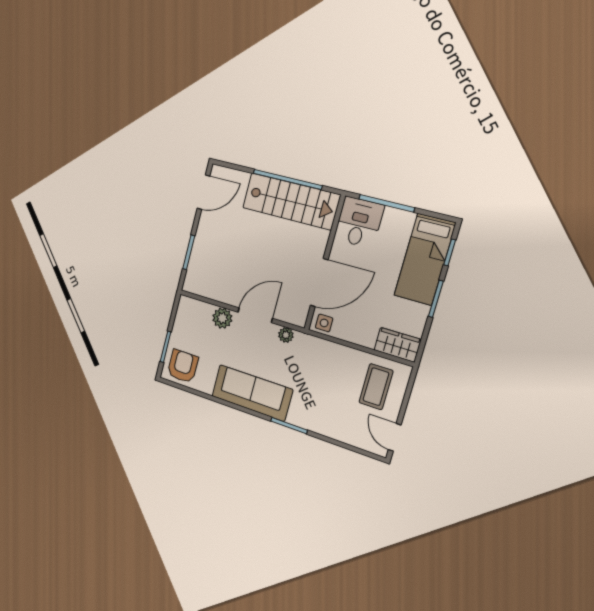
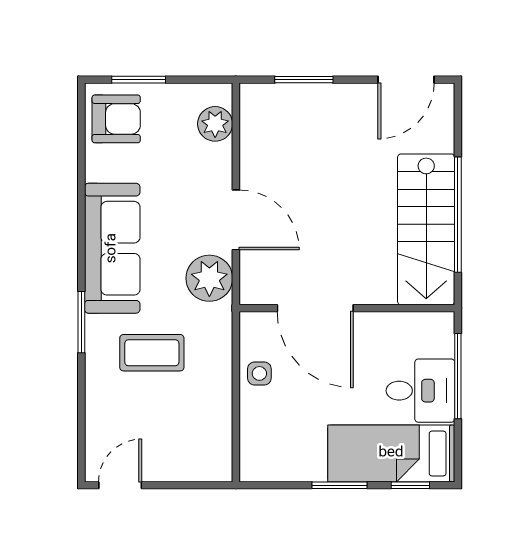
door: (203, 192) -> (406, 80), hinge flipped
desk: (359, 222) -> (420, 391), moved
plant: (222, 318) -> (215, 124), moved
side table: (324, 323) -> (259, 373), moved
plant: (286, 335) -> (209, 278), width x1.88, depth x1.88
wardrobe: (397, 345) -> (257, 450), removed
coffee table: (376, 387) -> (152, 353), moved

